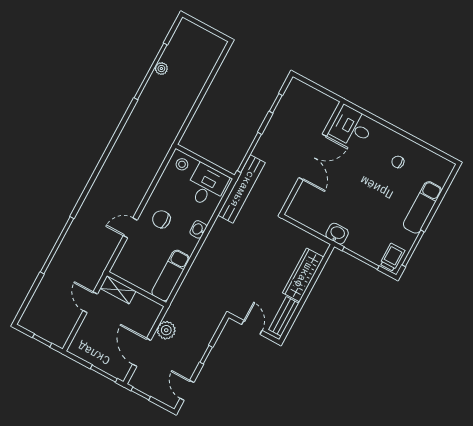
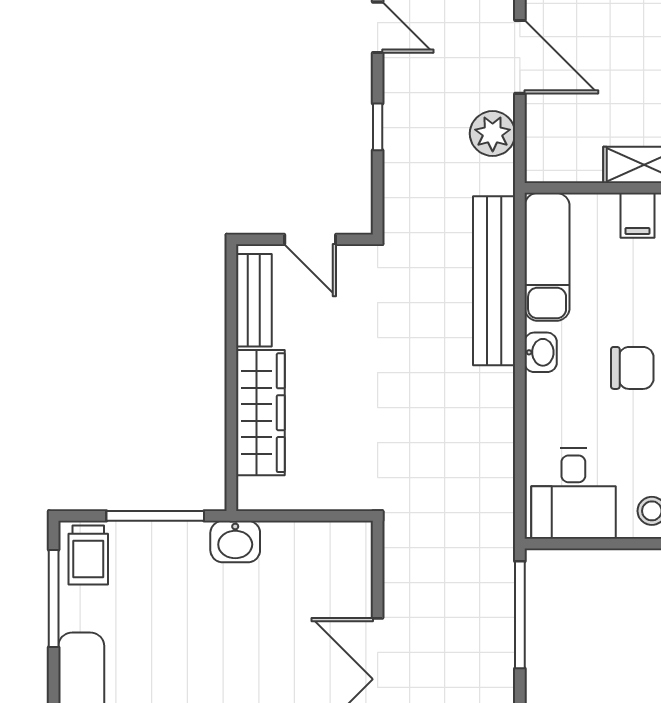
bench: (242, 189) -> (494, 281), moved
washbasin: (198, 229) -> (541, 352), moved
filing cabinet: (130, 273) -> (637, 215), added

